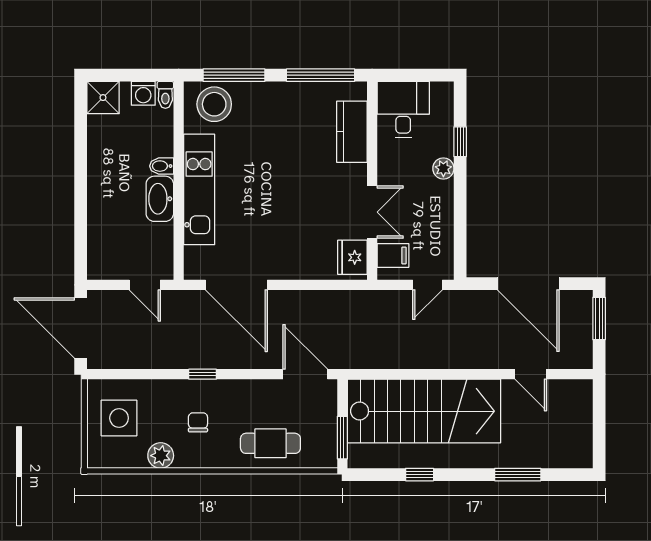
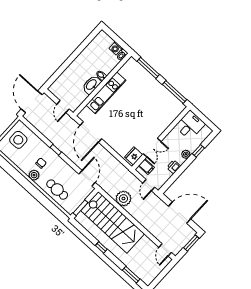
shower: (103, 98) -> (102, 38), removed
stool: (214, 104) -> (134, 71), removed
kitchen counter: (352, 132) -> (168, 118), removed
printer: (442, 211) -> (174, 167), added
door: (528, 284) -> (180, 213), swing flipped
door: (428, 285) -> (149, 185), hinge flipped
plant: (404, 350) -> (123, 199), added
door: (531, 374) -> (165, 250), moved
plant: (161, 456) -> (34, 175), moved
window: (420, 475) -> (101, 247), moved
window: (518, 475) -> (131, 275), moved

